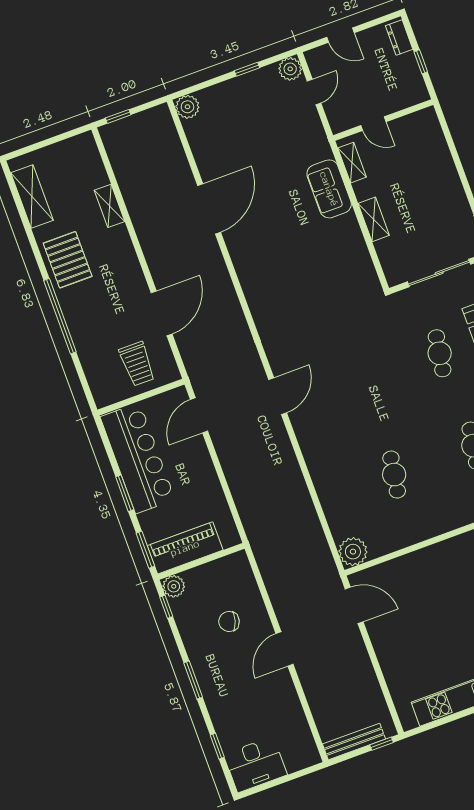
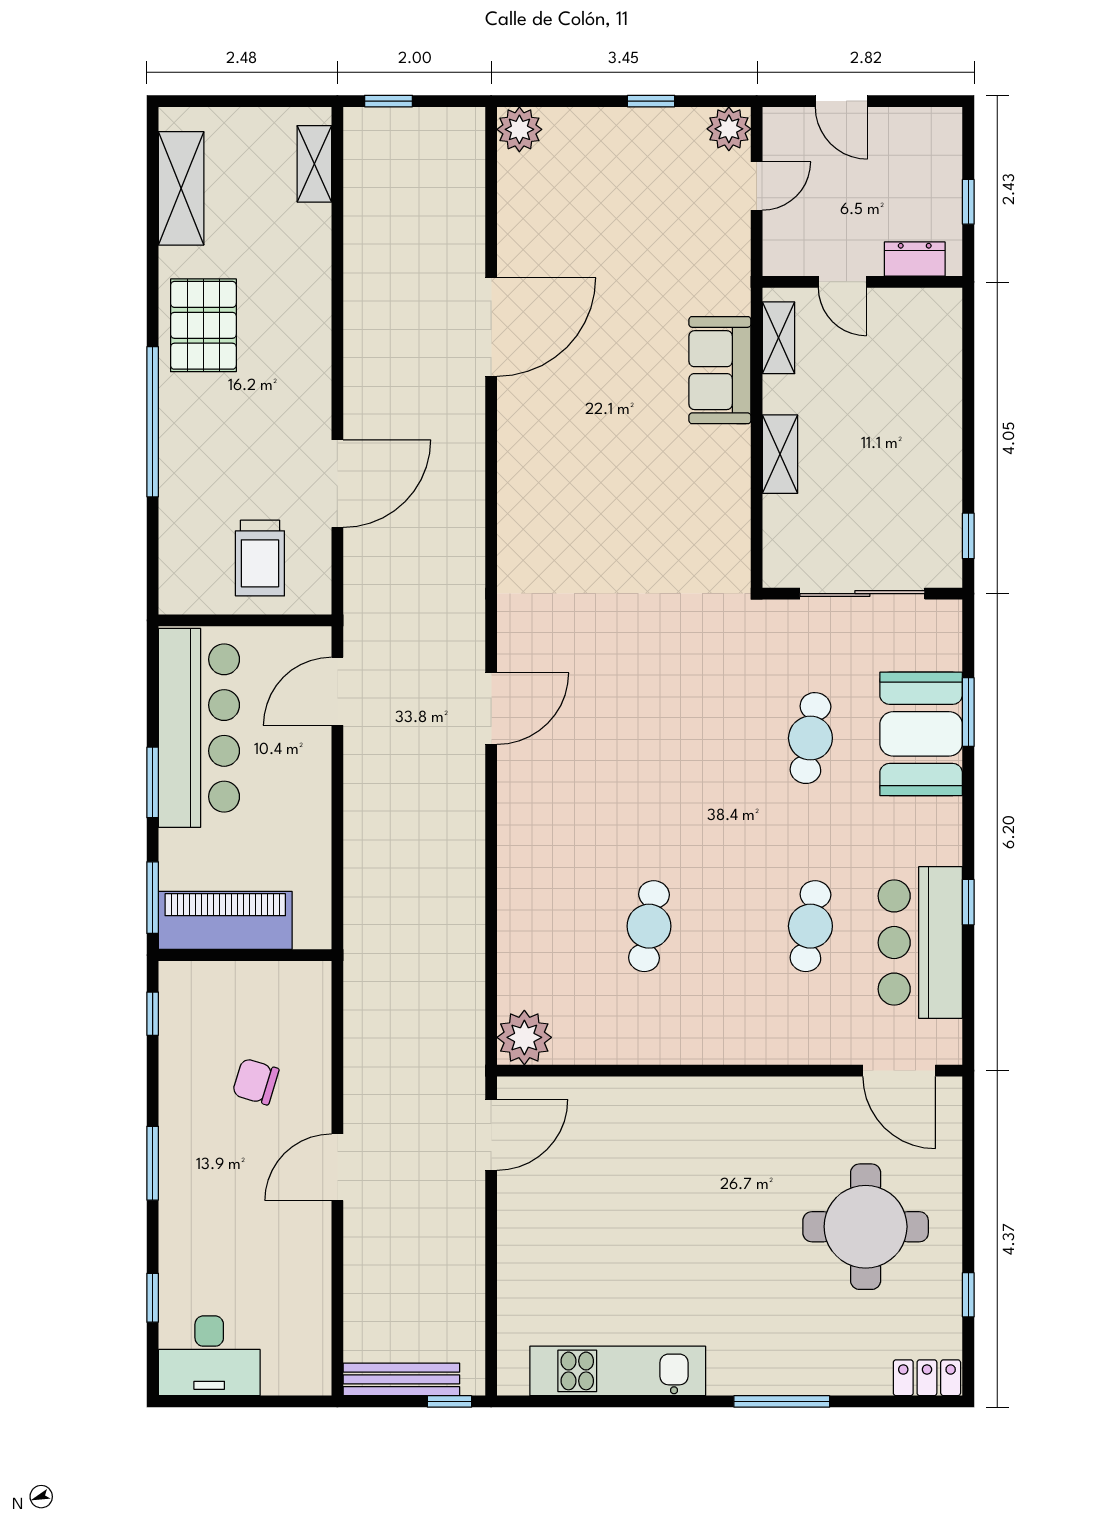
dresser: (399, 37) -> (915, 259), moved, turned 90
shelving: (110, 206) -> (314, 164), moved
plant: (174, 586) -> (179, 982), removed
door: (354, 605) -> (491, 1135), hinge flipped

